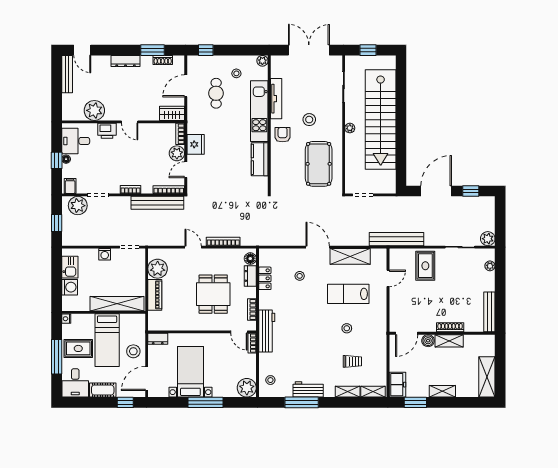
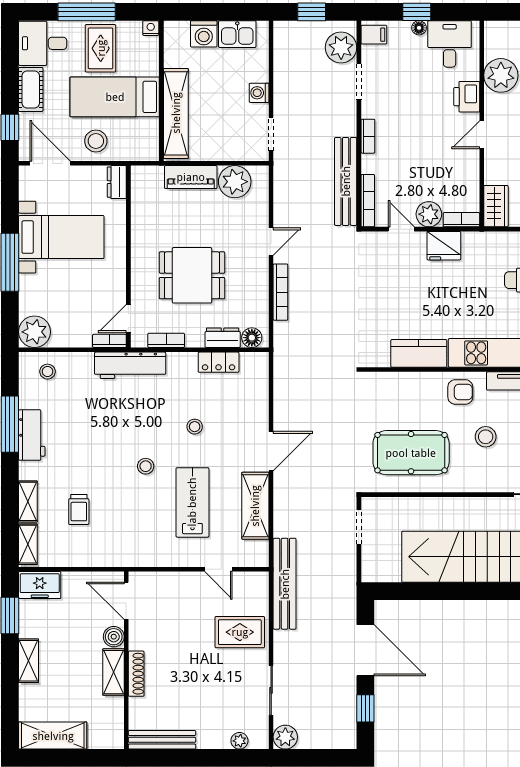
plant: (350, 128) -> (471, 505), removed
stool: (300, 276) -> (195, 427), moved
stool: (347, 328) -> (146, 466), moved

